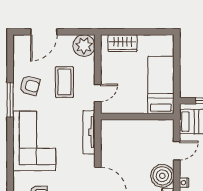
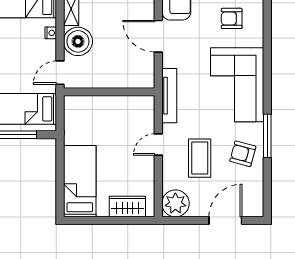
bed: (161, 85) -> (80, 181), moved, turned 180
wall: (137, 117) -> (109, 92), moved

